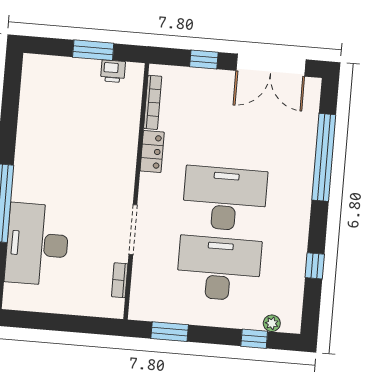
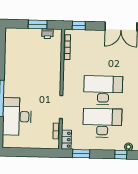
window: (204, 59) -> (79, 25), moved
locker: (152, 152) -> (66, 140), moved

